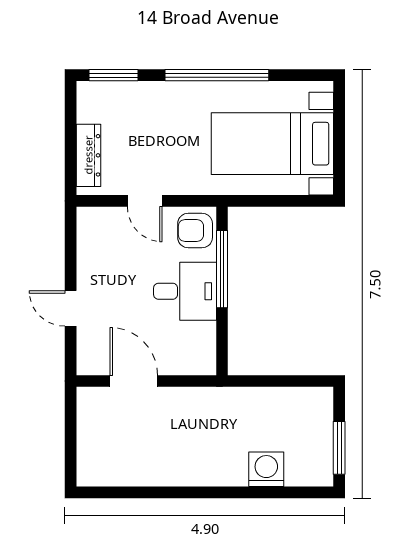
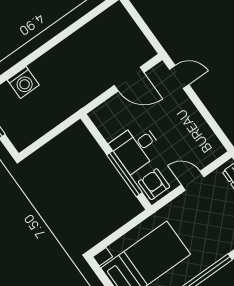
armchair: (195, 231) -> (154, 184), turned -90
door: (71, 308) -> (179, 77), moved

